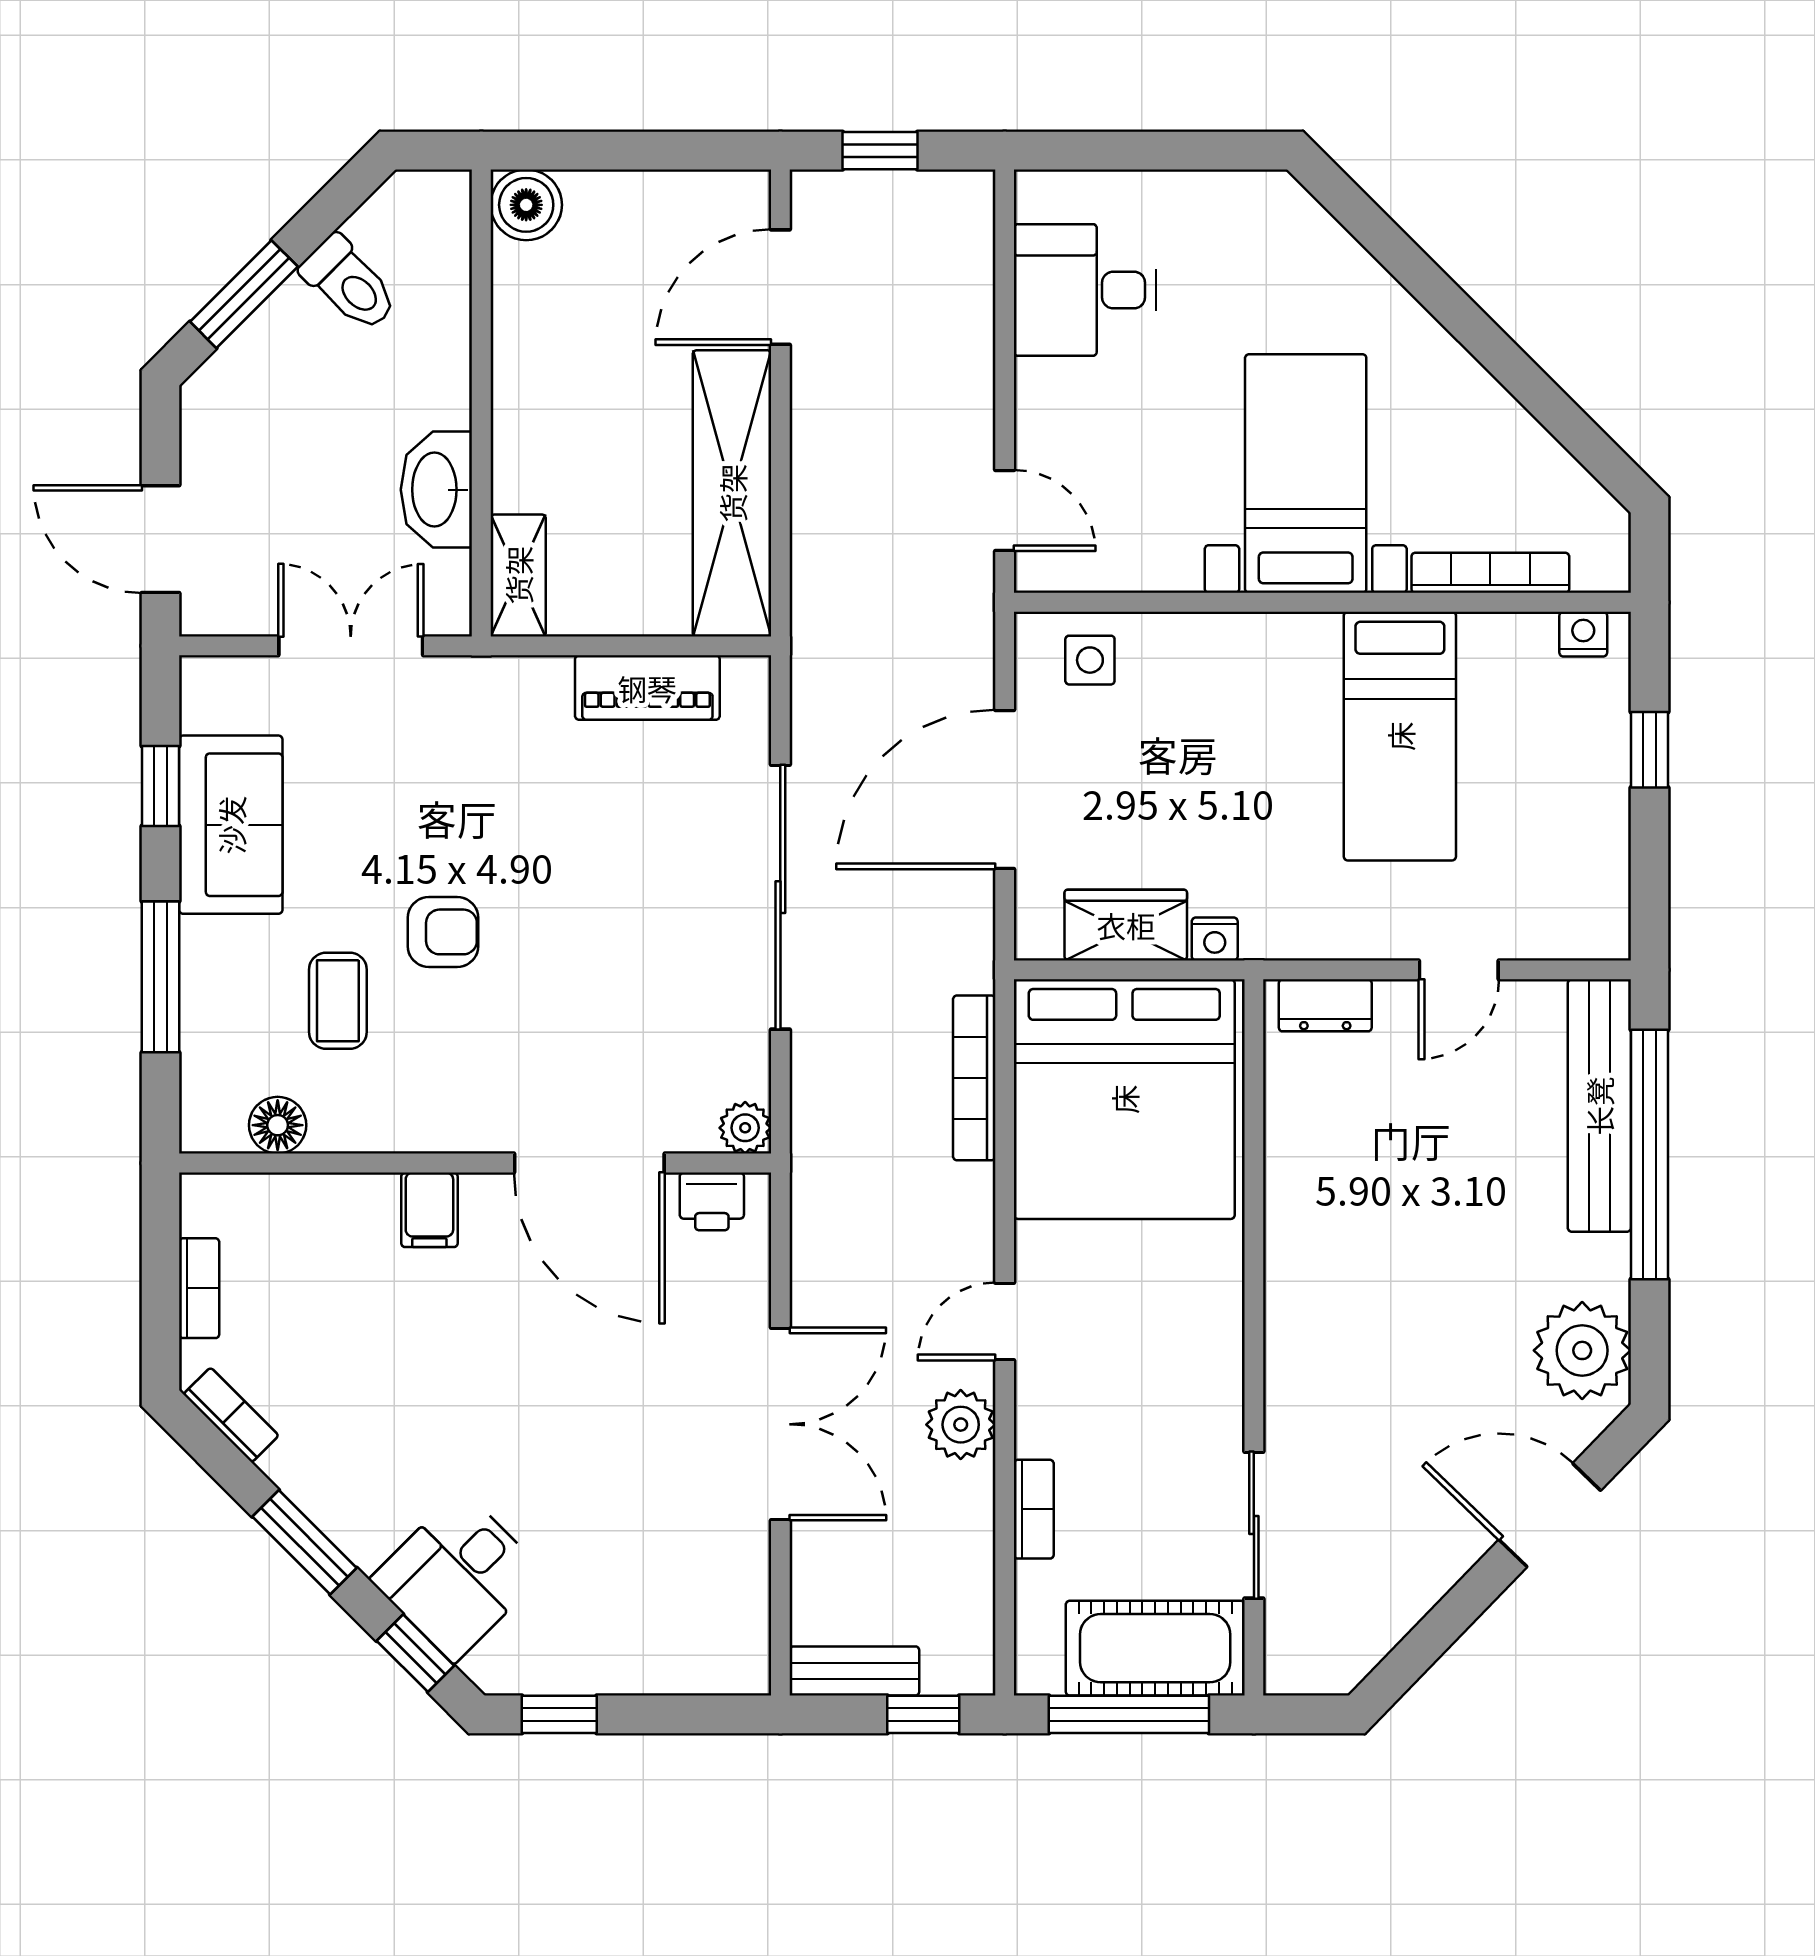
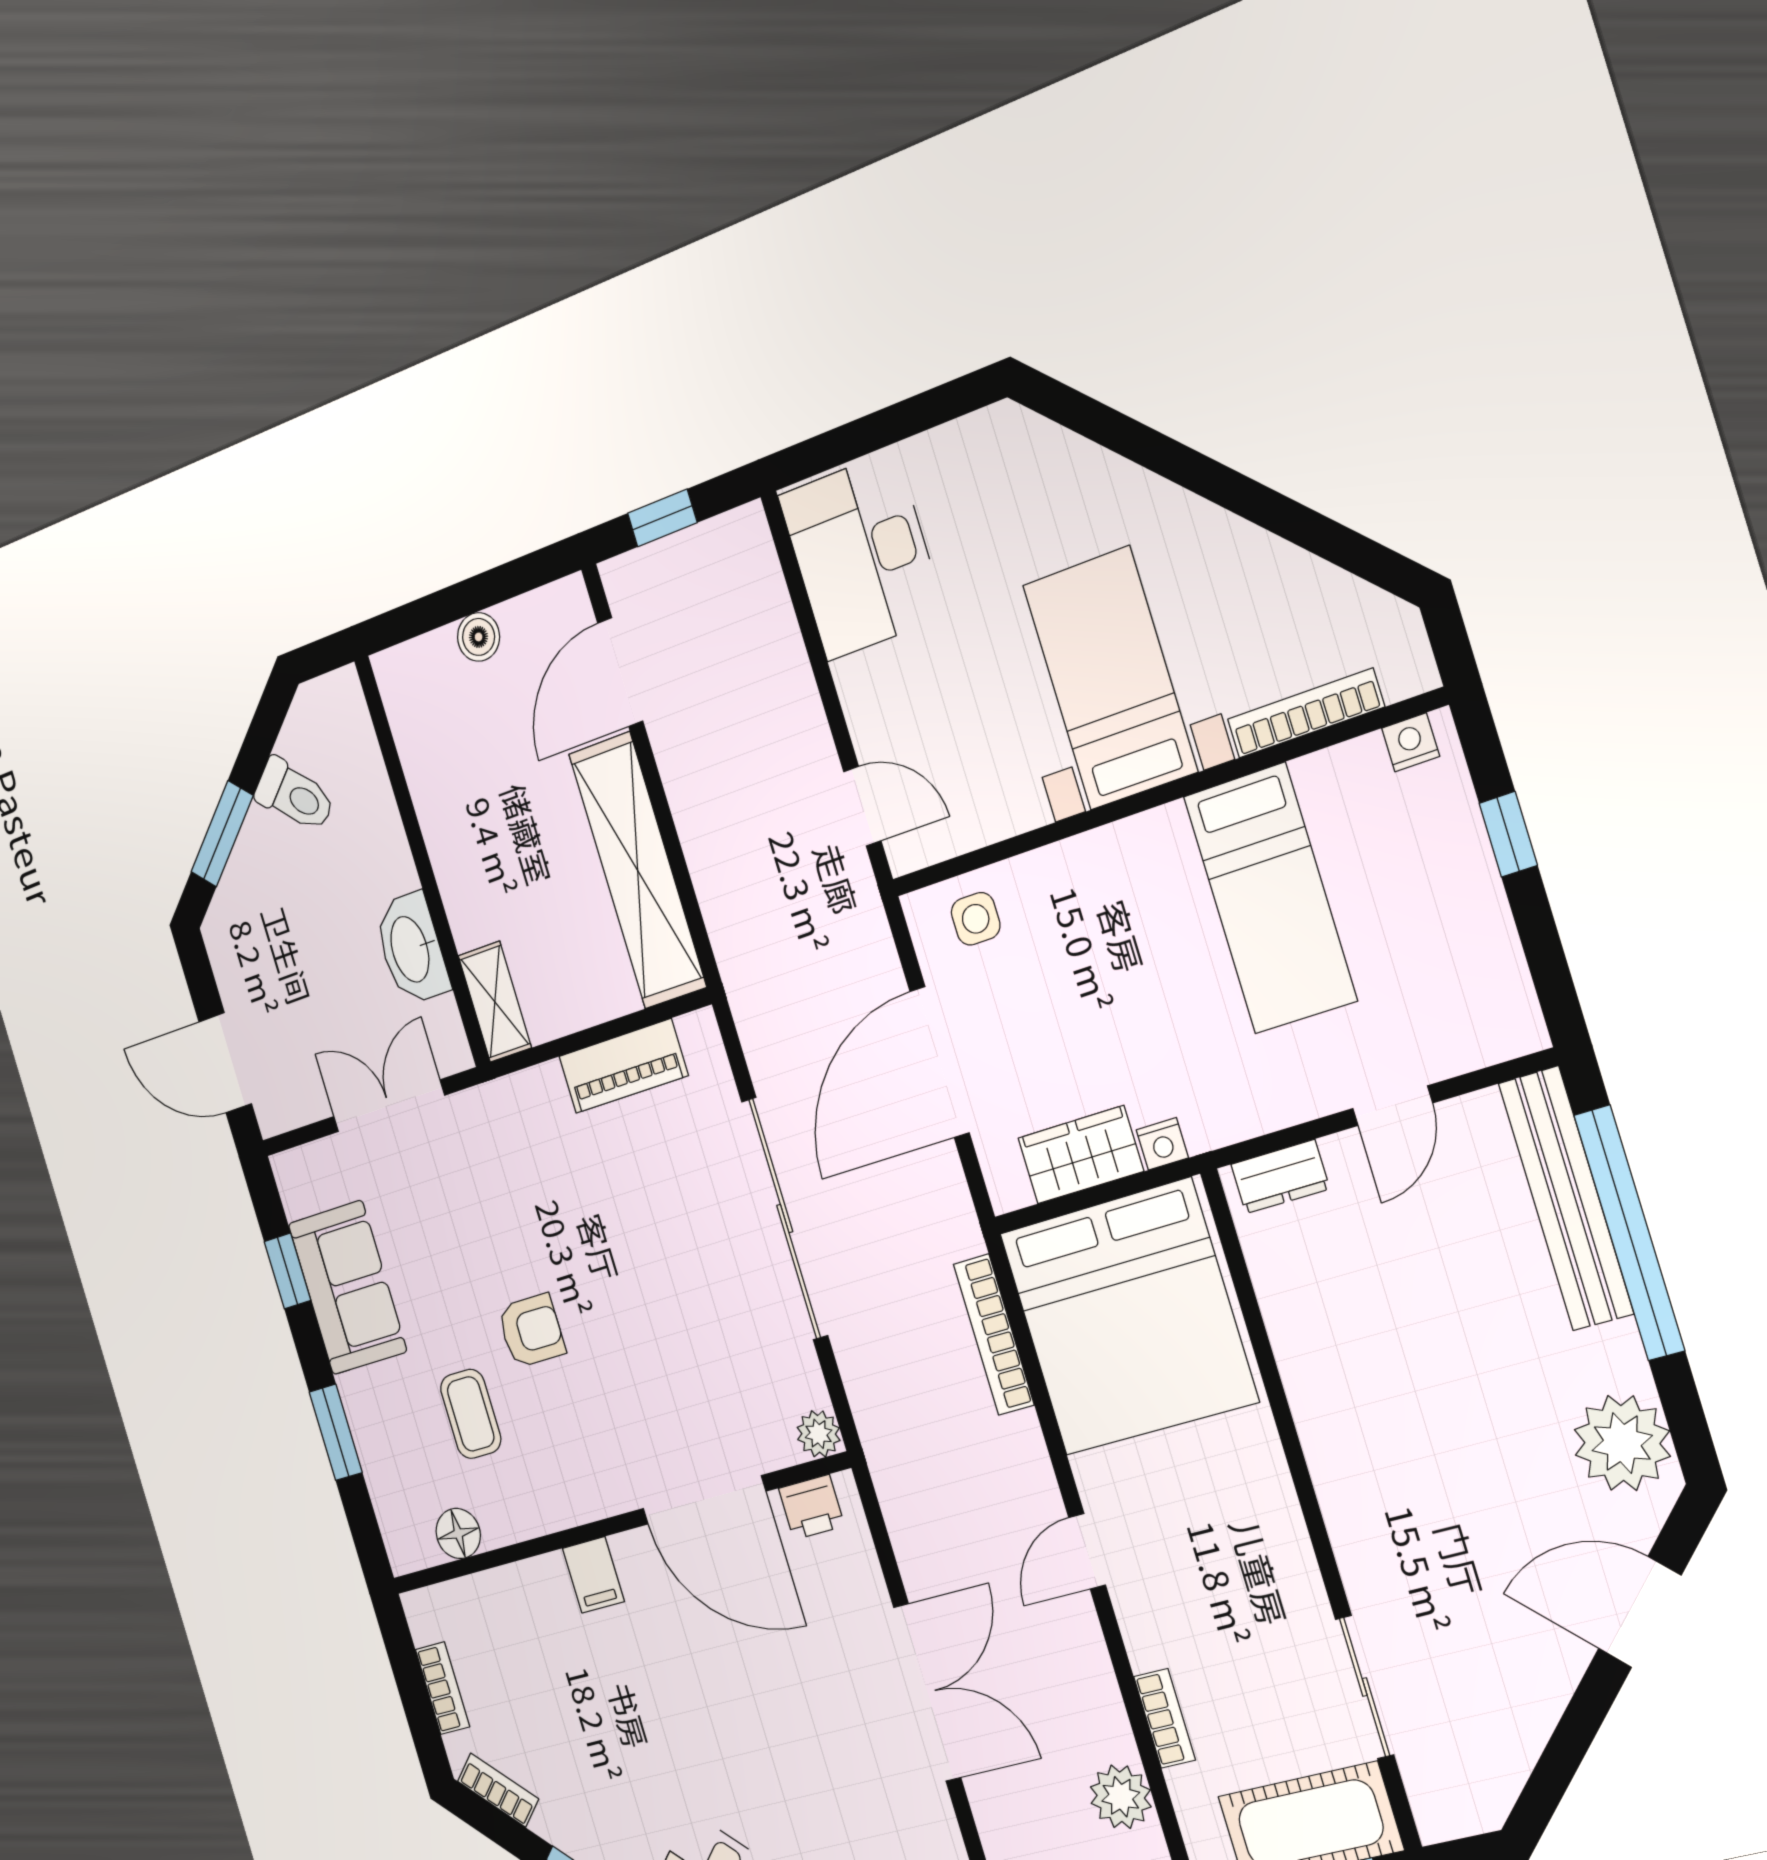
boiler: (526, 205) -> (479, 637), moved, width x0.73, depth x0.73
desk: (1085, 290) -> (862, 556), width x1.37
window: (160, 977) -> (336, 1432), width x0.69
plant: (961, 1425) -> (1121, 1797), moved

